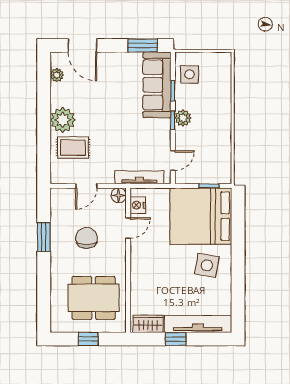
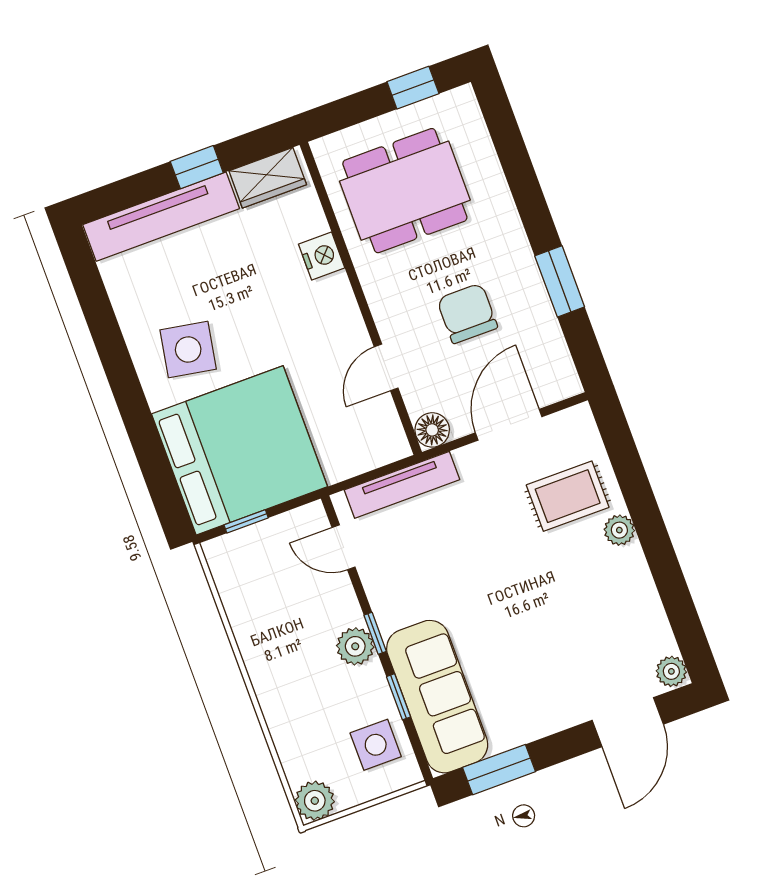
door: (82, 45) -> (628, 722), swing flipped
plant: (223, 61) -> (315, 801), added
plant: (57, 75) -> (671, 671), moved
plant: (63, 120) -> (619, 530), width x0.53, depth x0.53
door: (173, 160) -> (343, 547), hinge flipped
door: (86, 186) -> (509, 425), width x1.38
nightstand: (138, 205) -> (322, 256), moved
chair: (87, 238) -> (467, 313), turned 180
window: (88, 339) -> (413, 88), moved

